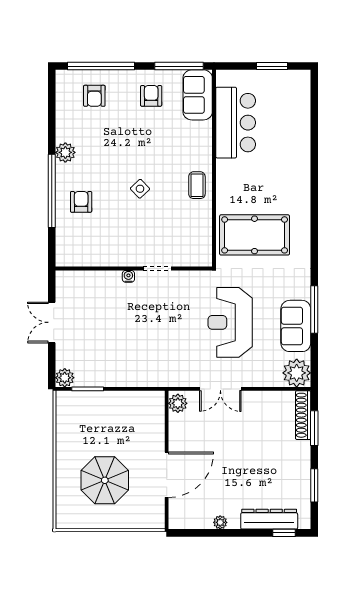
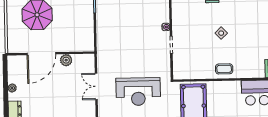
reception desk: (230, 322) -> (138, 92), turned 180
plant: (178, 403) -> (66, 60), moved
door: (167, 475) -> (41, 54), hinge flipped

